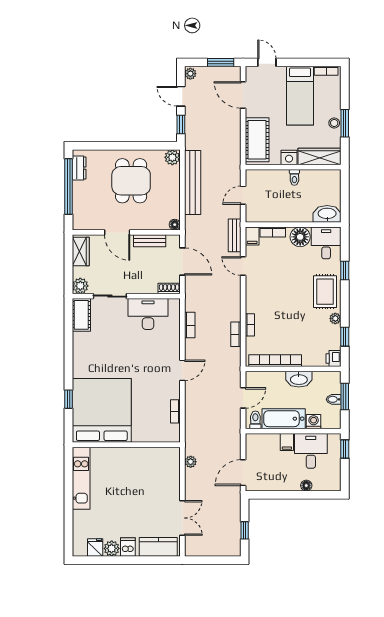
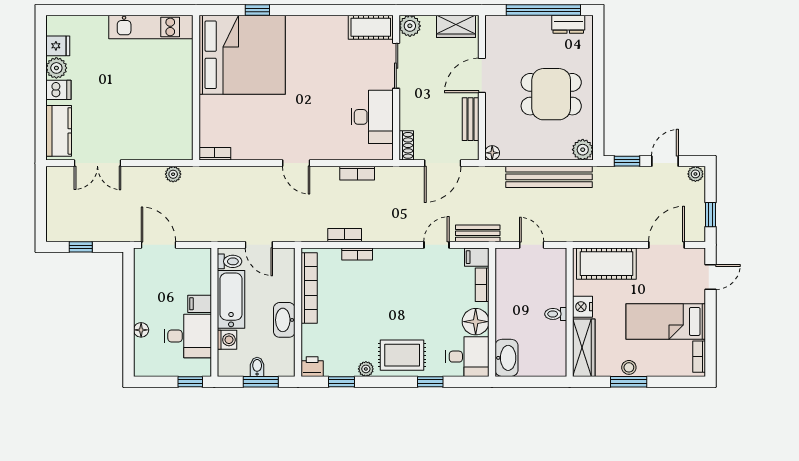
window: (221, 62) -> (711, 215), width x0.67
bookcase: (175, 411) -> (215, 154), moved

